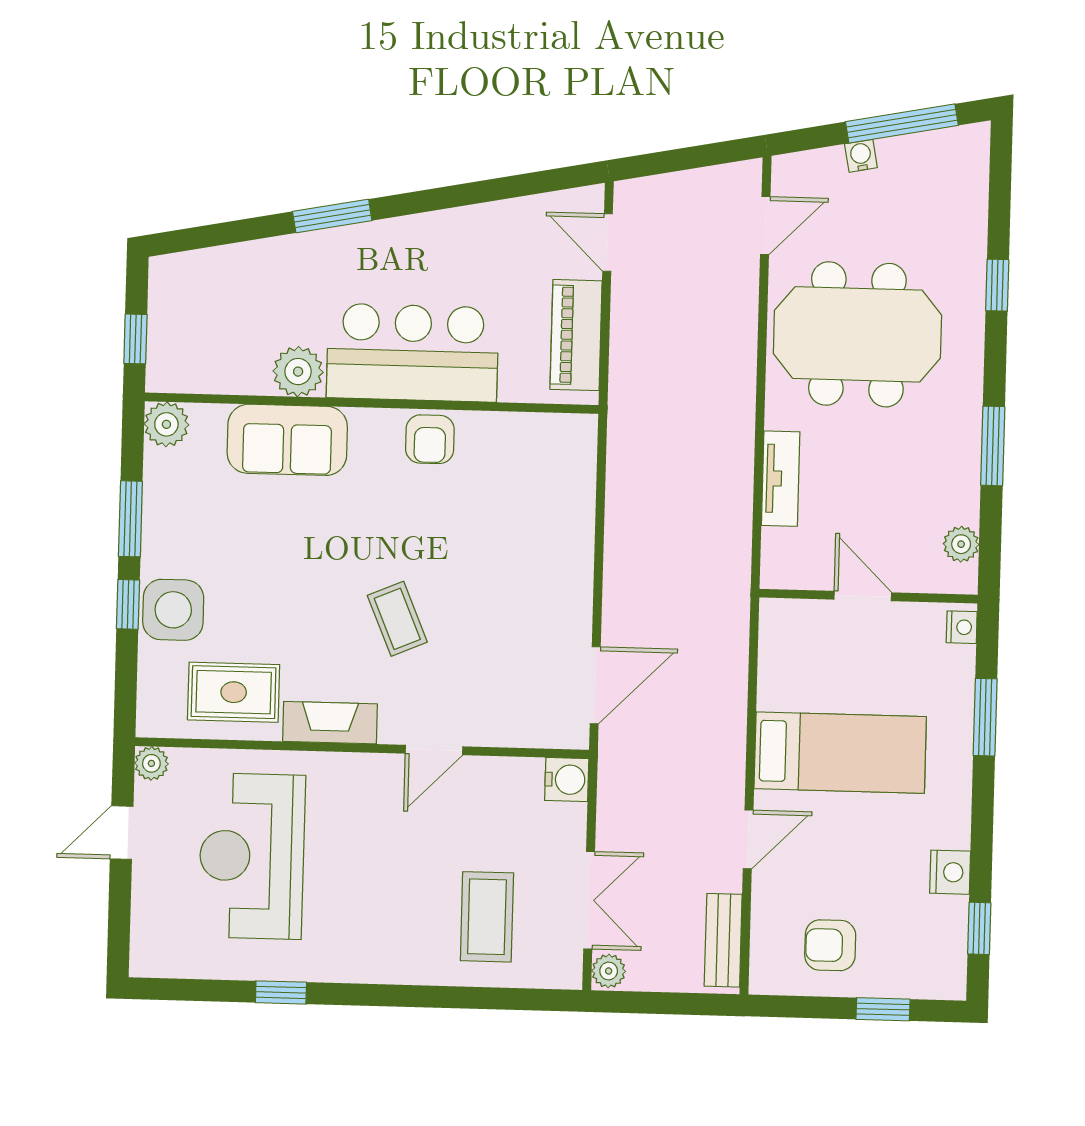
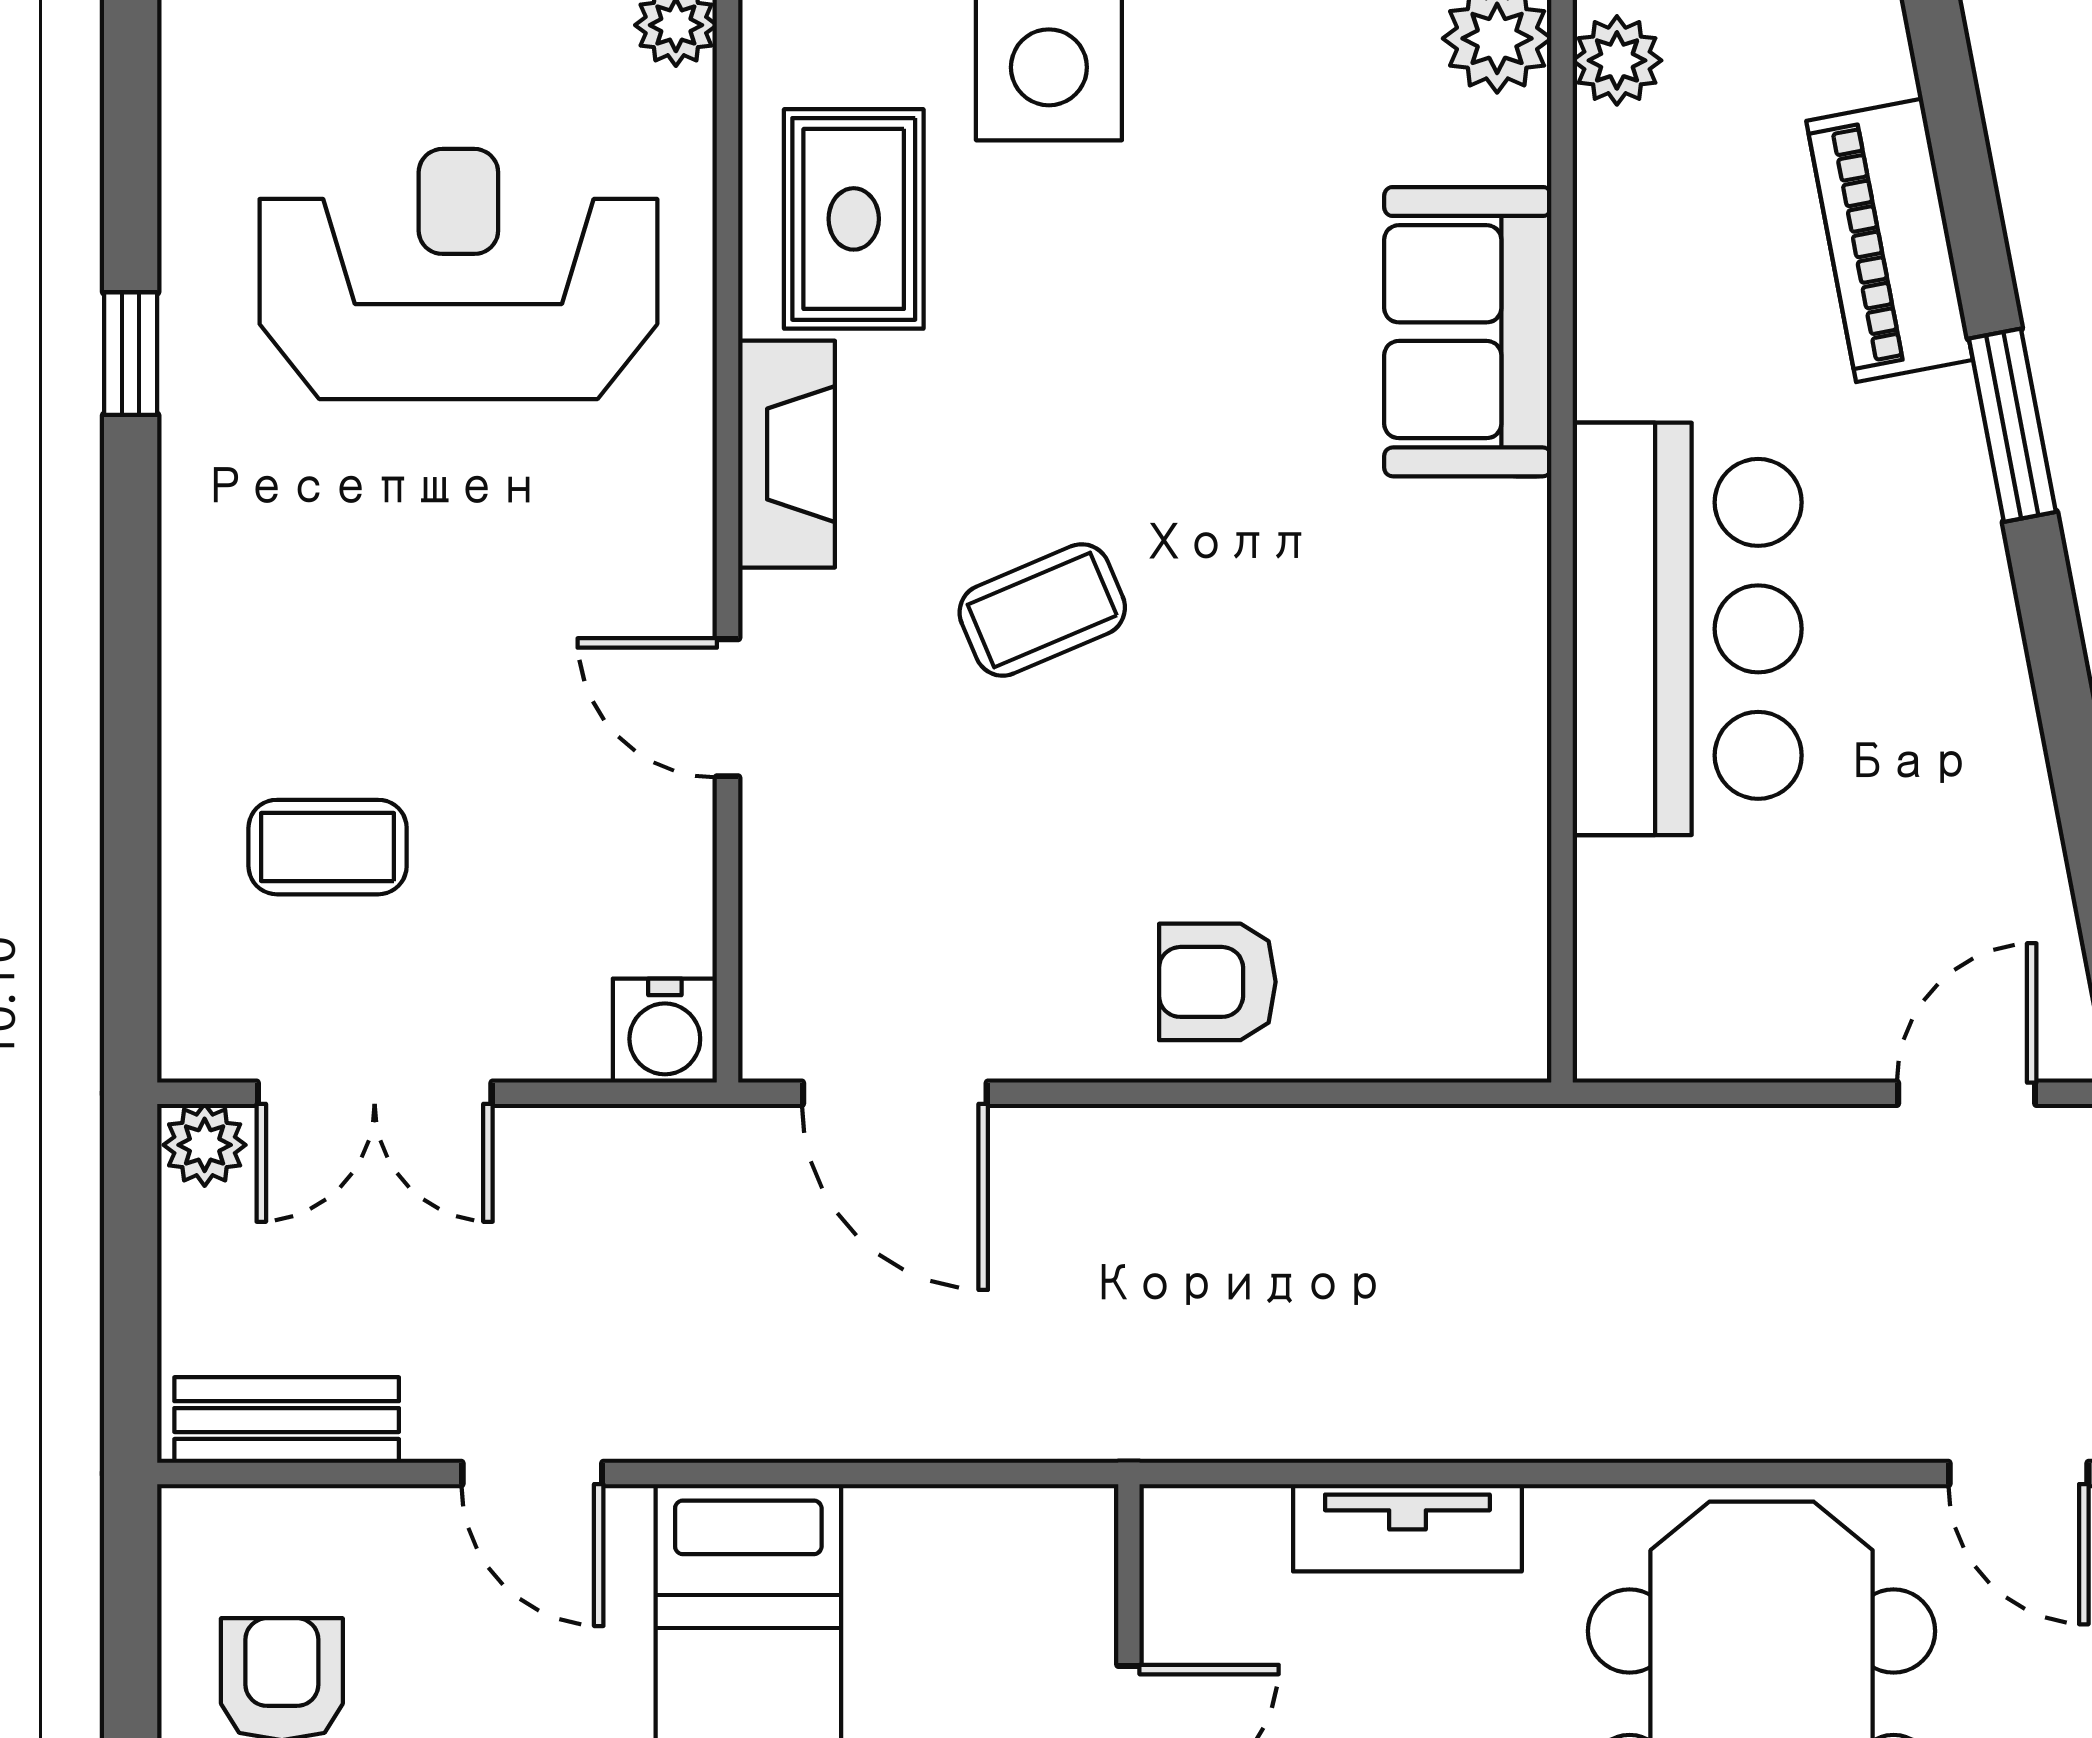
piano: (576, 335) -> (1890, 240), moved, turned -101
plant: (298, 372) -> (1617, 60), moved, width x0.73, depth x0.73
armchair: (430, 439) -> (1217, 982), moved
coffee table: (487, 917) -> (328, 847), width x0.73, depth x0.77

